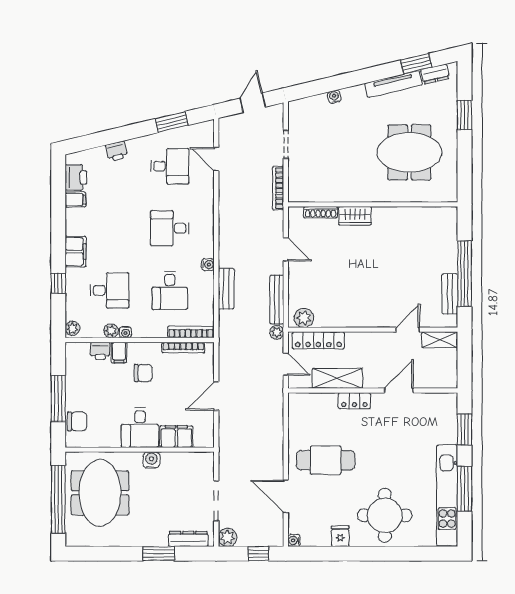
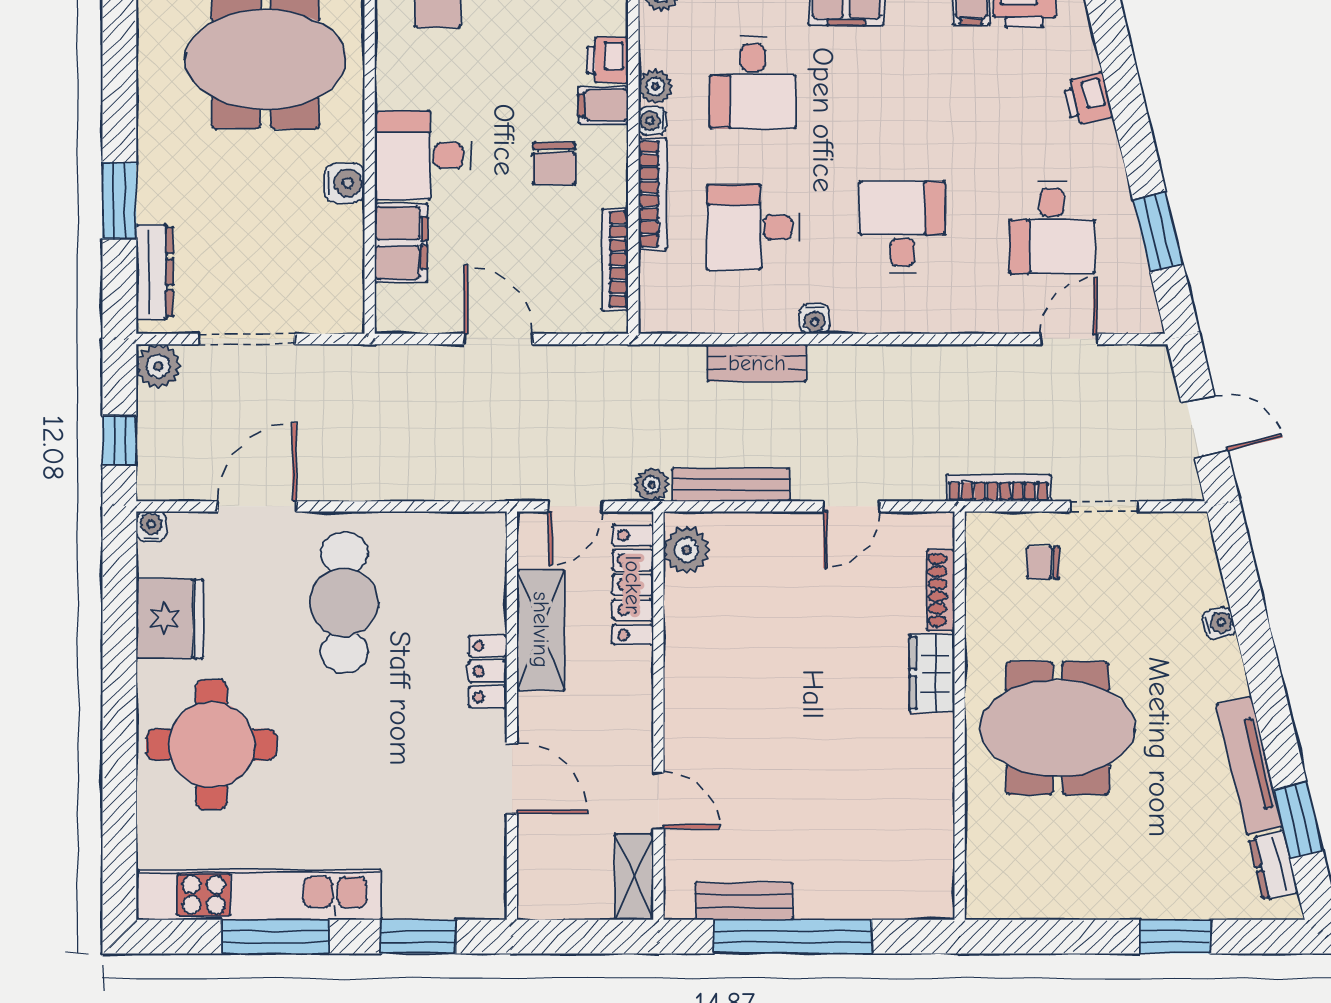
meeting table: (409, 152) -> (1057, 728), moved, turned 90
chair: (309, 170) -> (1043, 563), added
bookcase: (191, 332) -> (653, 194), moved
fridge: (340, 536) -> (170, 619), width x1.88, depth x1.34

